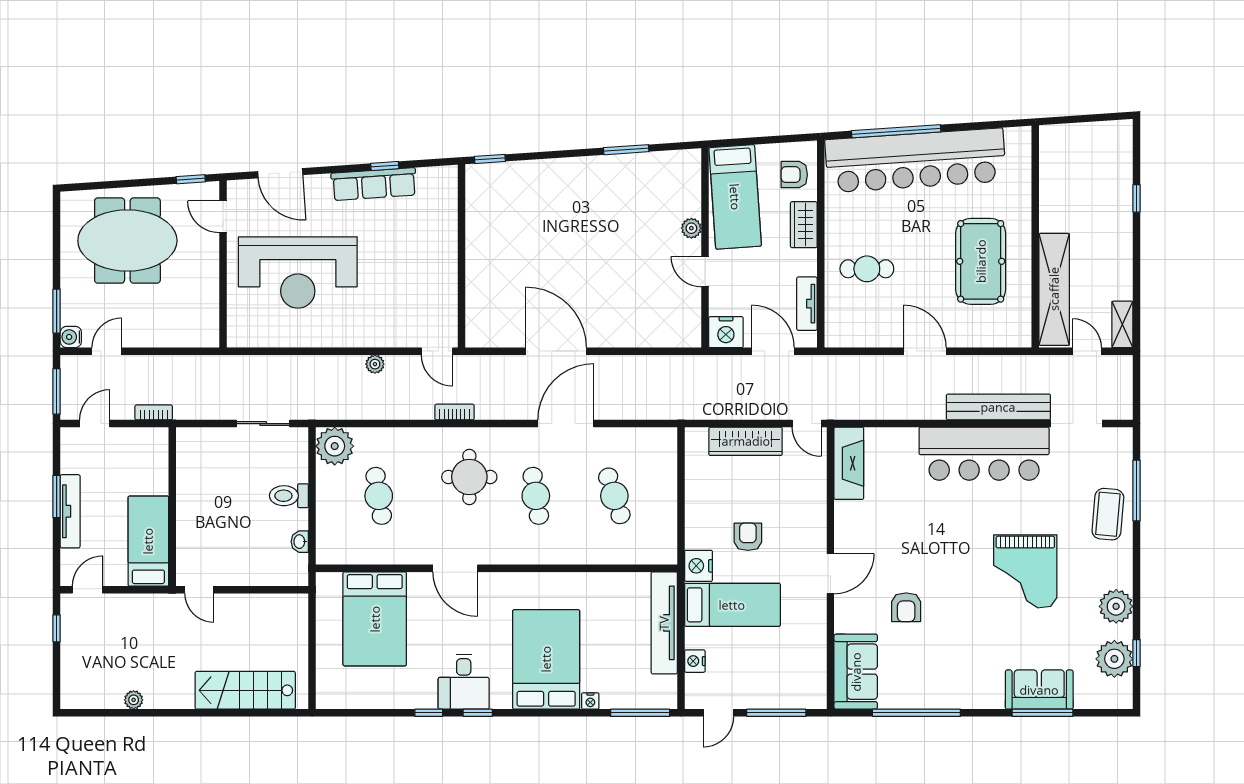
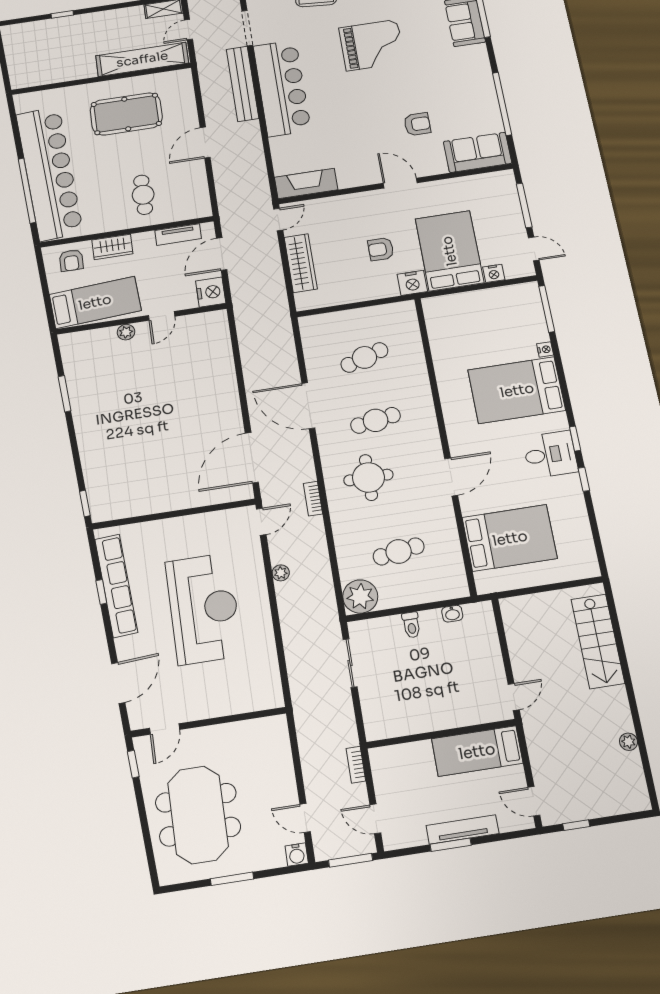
row of seats: (374, 184) -> (116, 586), width x1.36
reception desk: (298, 272) -> (204, 609), moved
window: (57, 311) -> (232, 879), moved
door: (556, 351) -> (252, 458), moved
toilet: (289, 496) -> (411, 625), width x0.73, depth x0.72
bed: (732, 605) -> (449, 251), width x1.50
tv unit: (664, 623) -> (466, 302), removed

